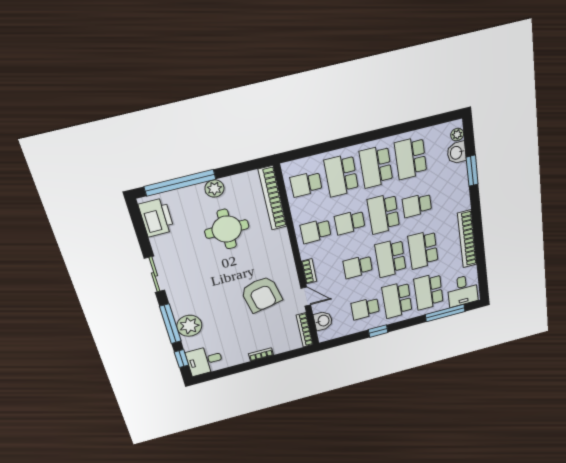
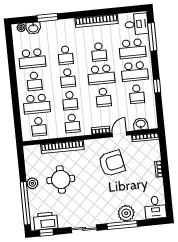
school desk: (376, 167) -> (34, 81), width x0.54
bookcase: (273, 198) -> (62, 147), moved
school desk: (384, 214) -> (68, 78), width x0.54
school desk: (423, 250) -> (99, 52), width x0.54
window: (181, 359) -> (46, 232), moved

